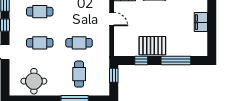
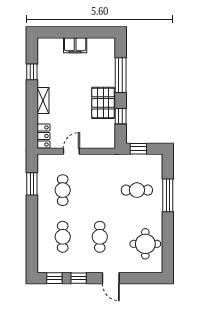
cafe table: (79, 43) -> (63, 190), moved

